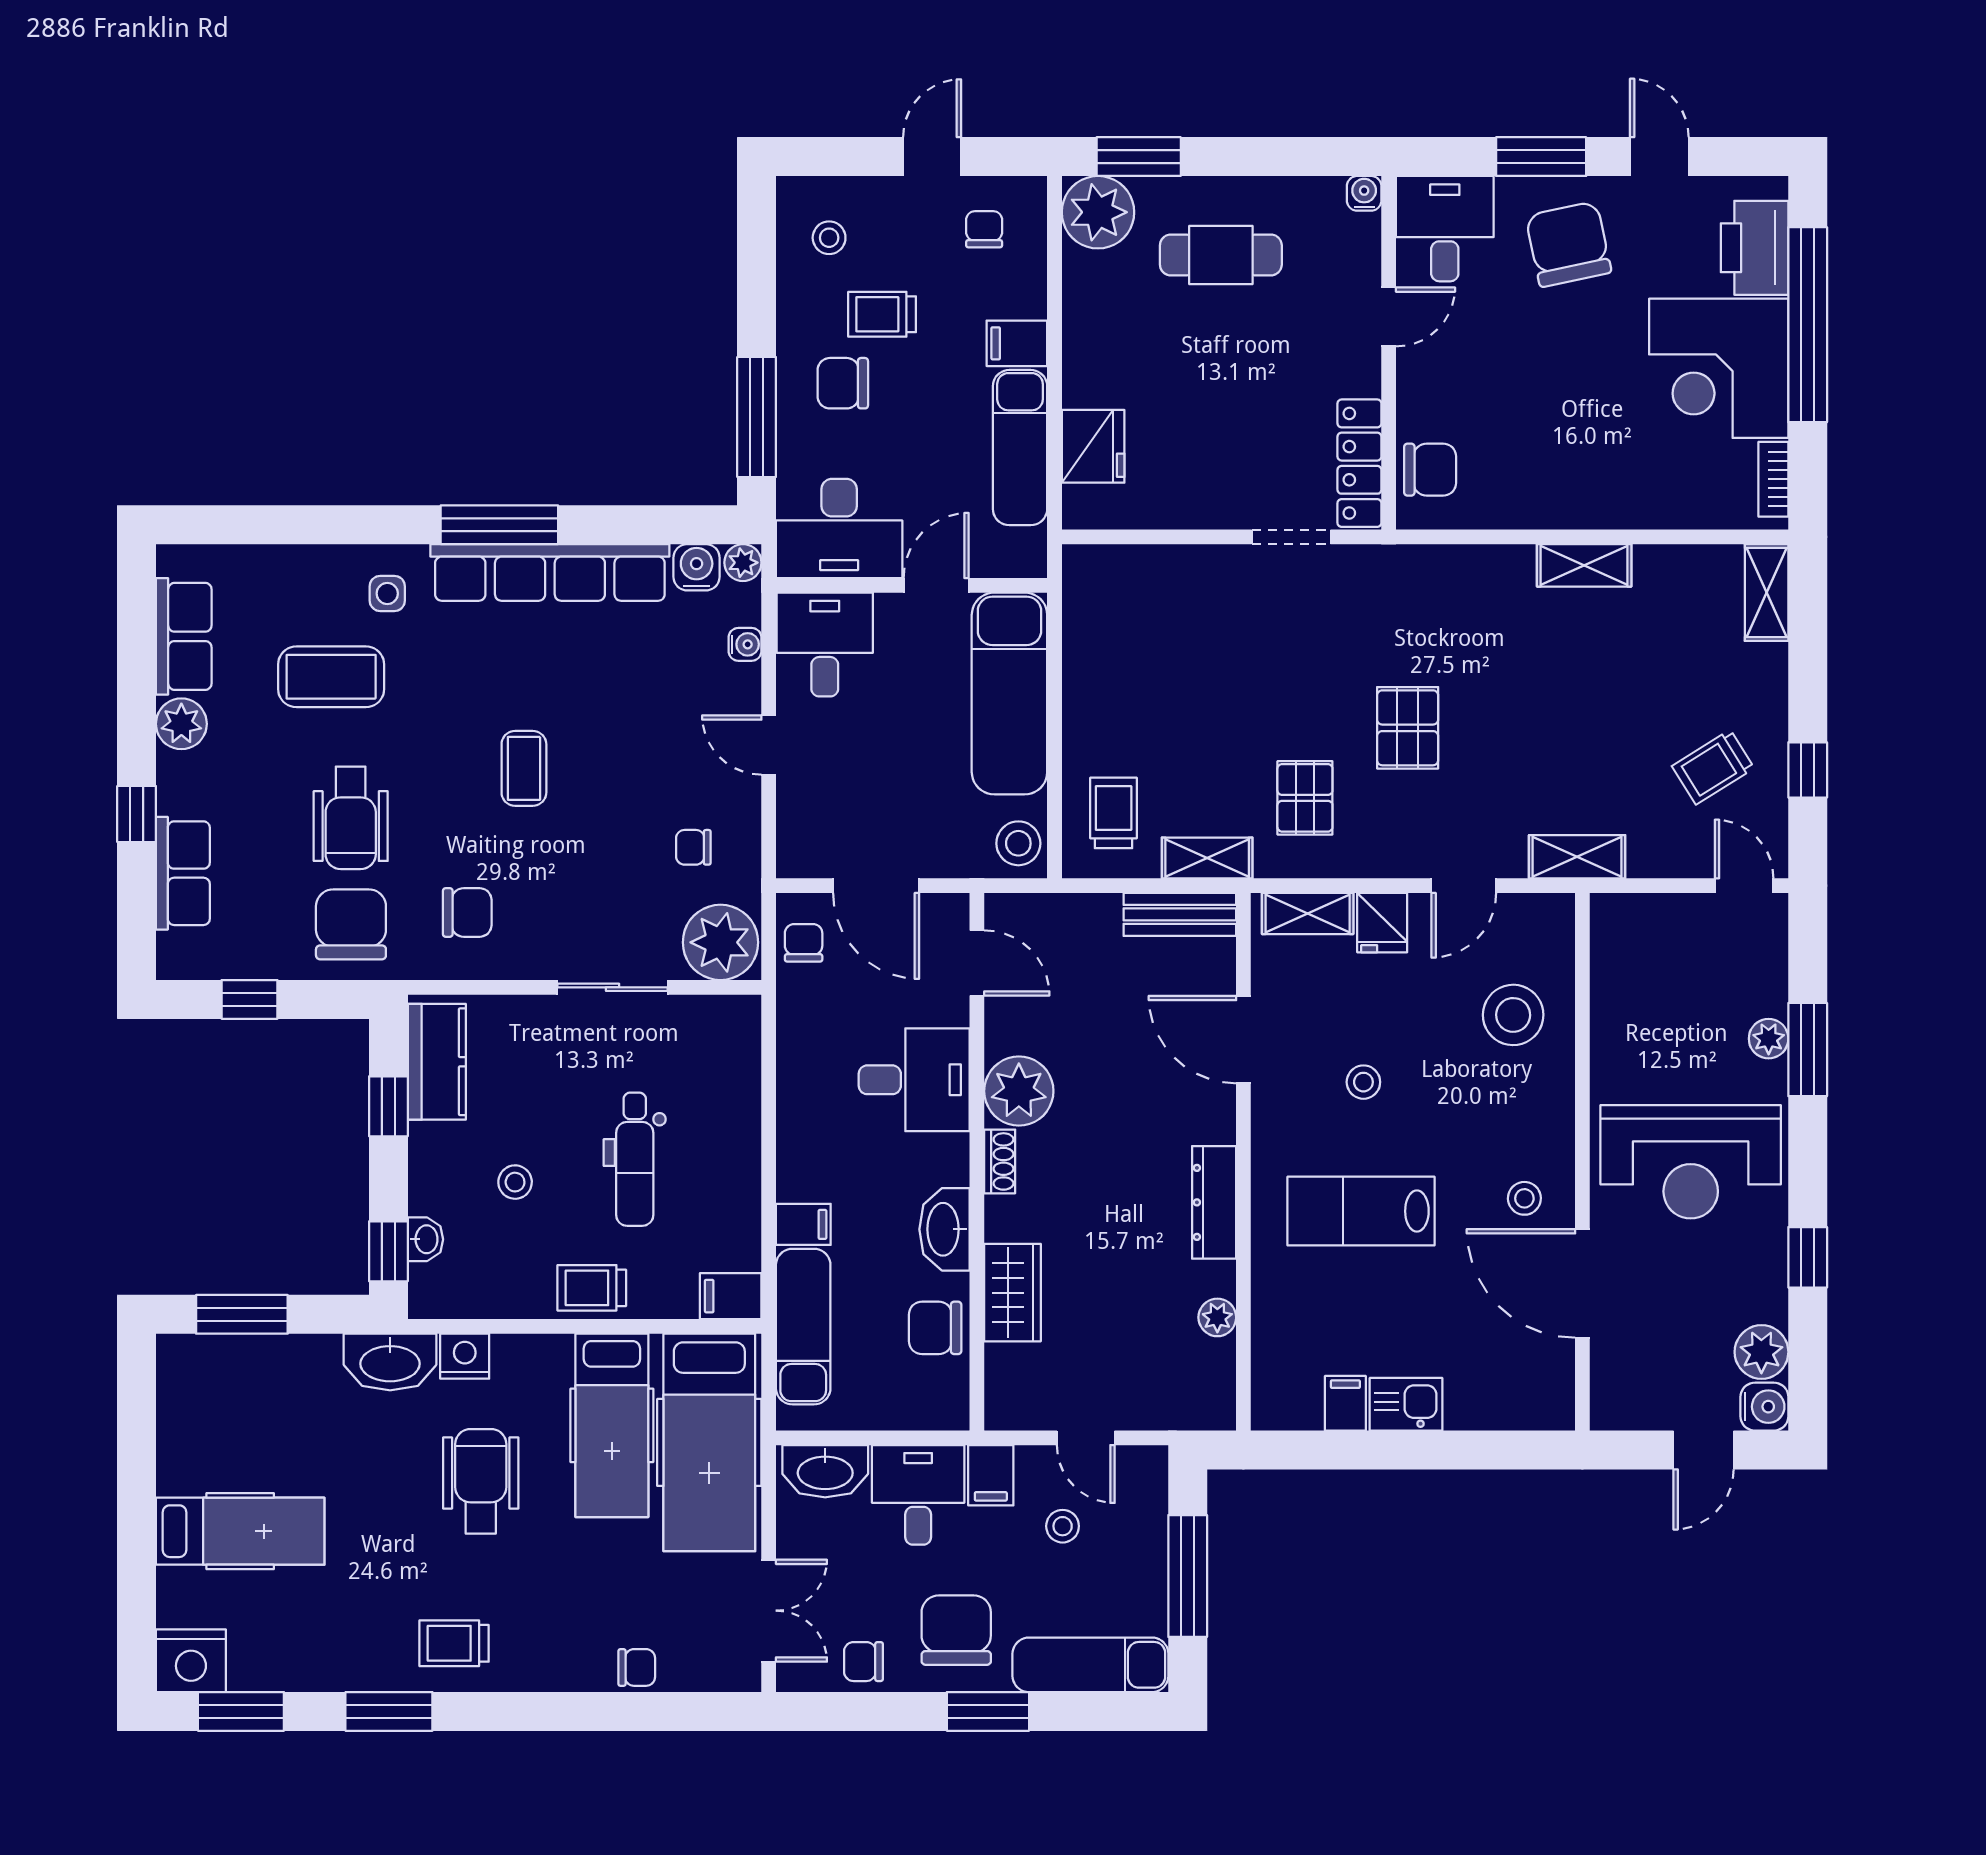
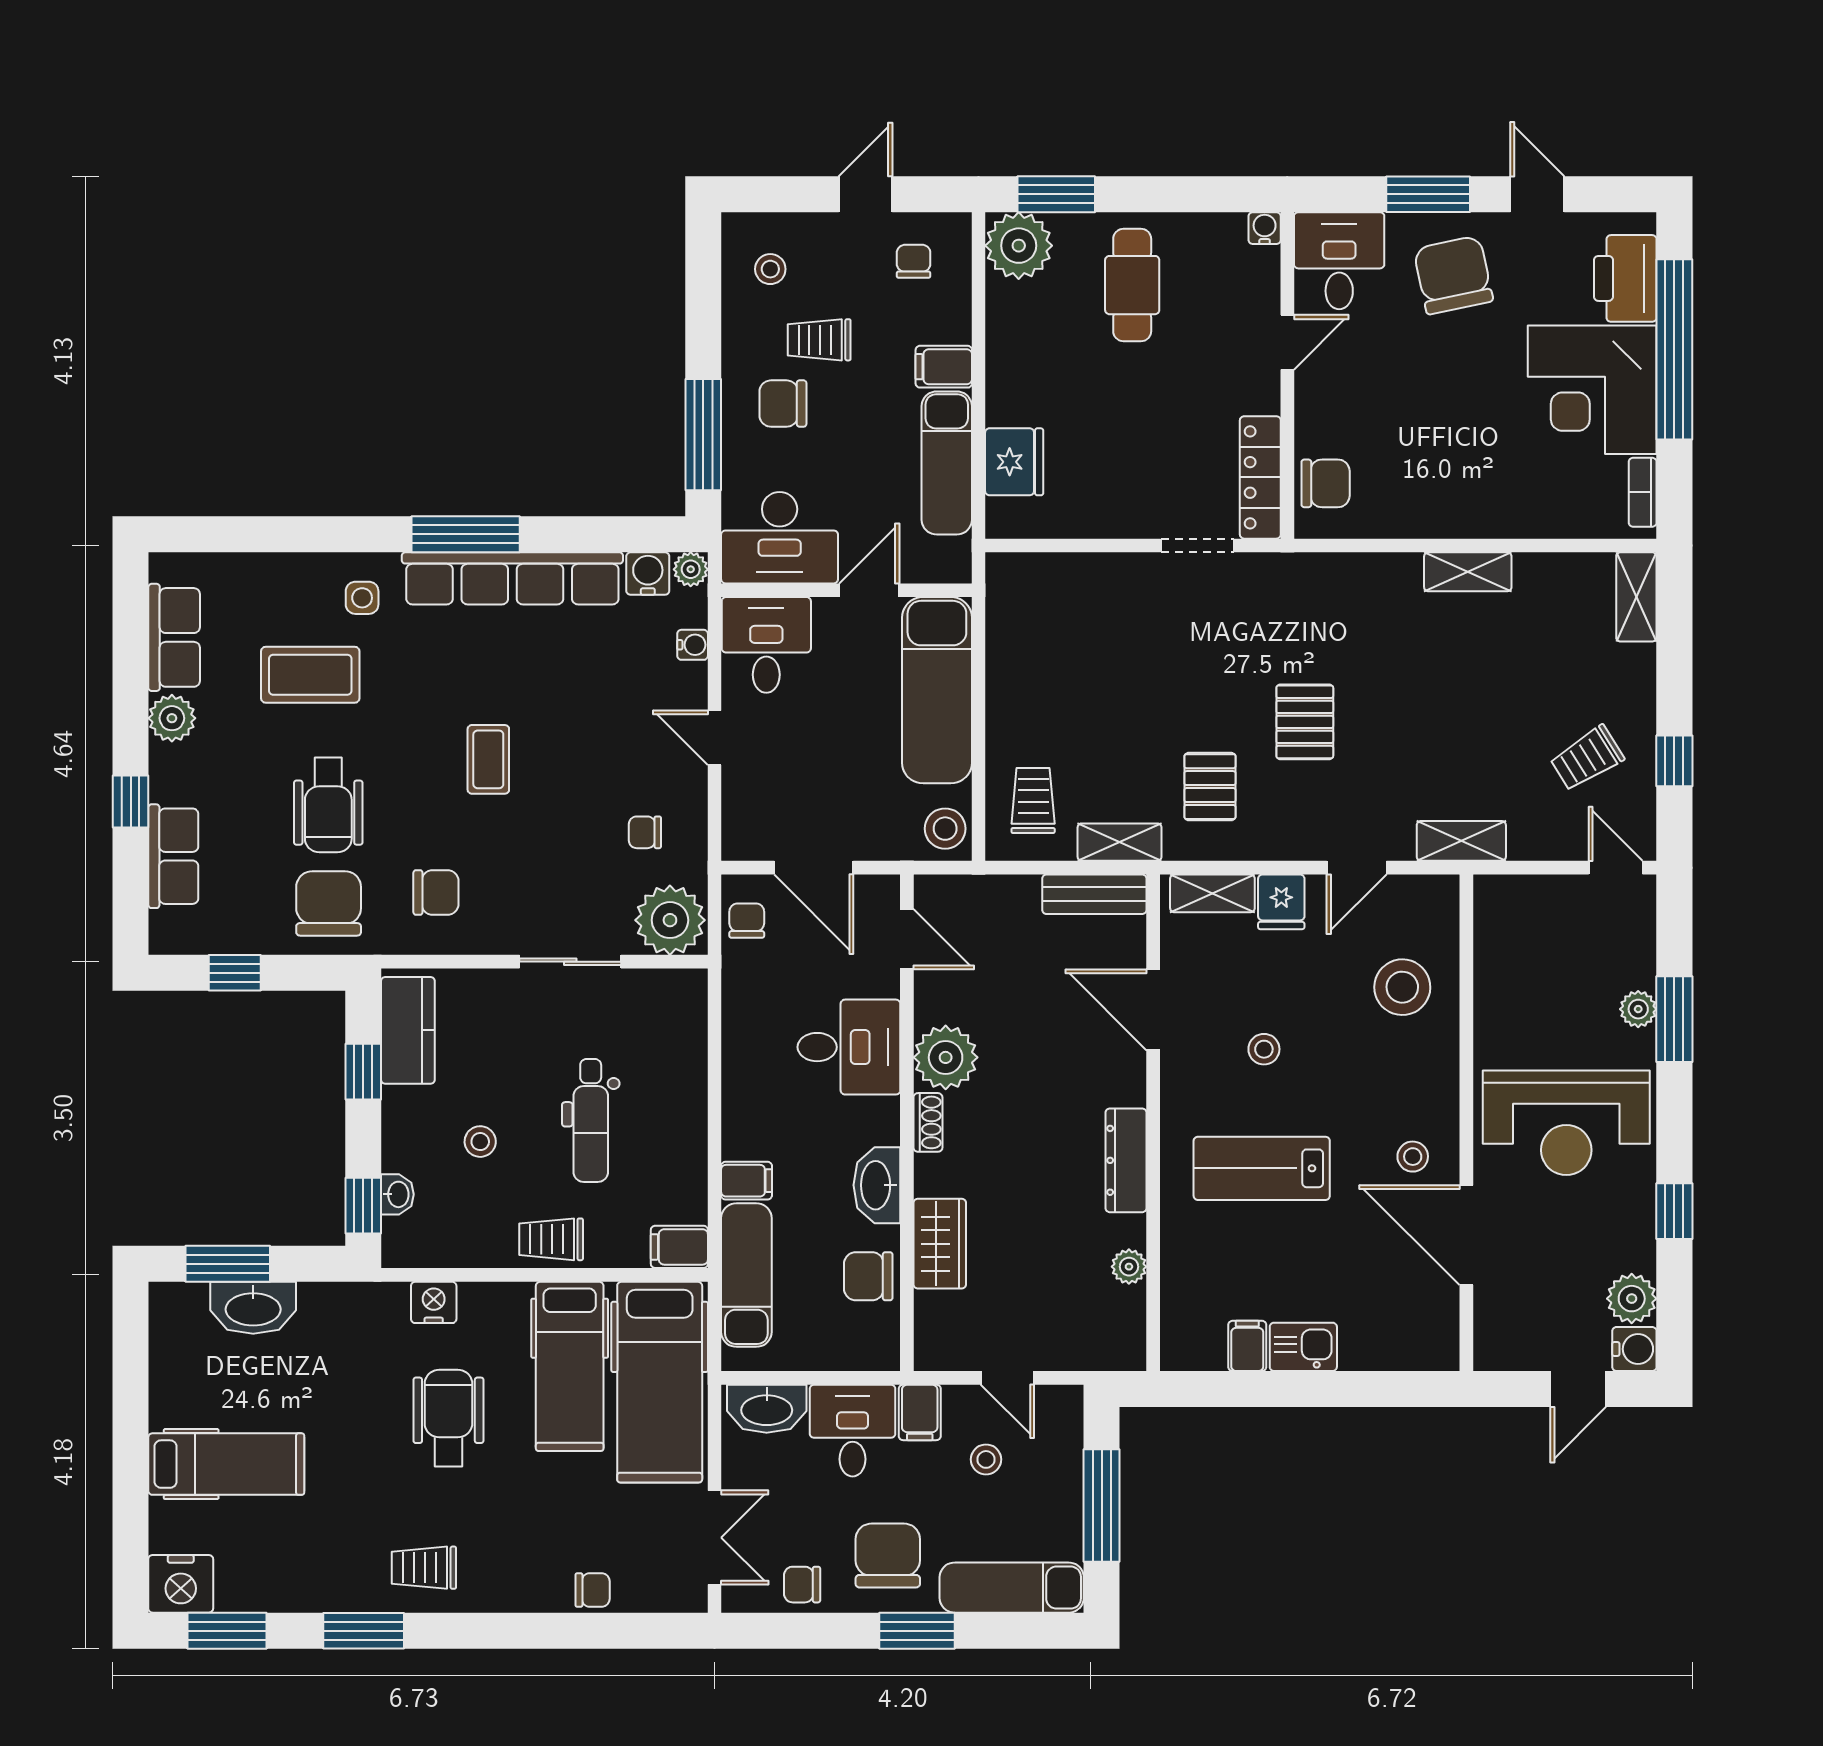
cafe table: (1221, 255) -> (1132, 285), turned 90
washbasin: (390, 1362) -> (253, 1308), moved

